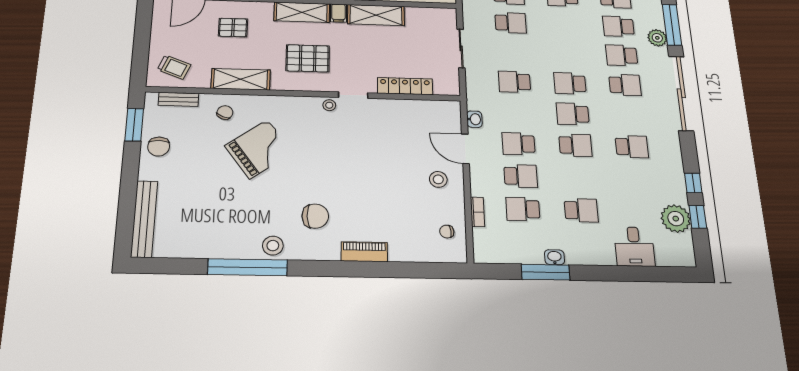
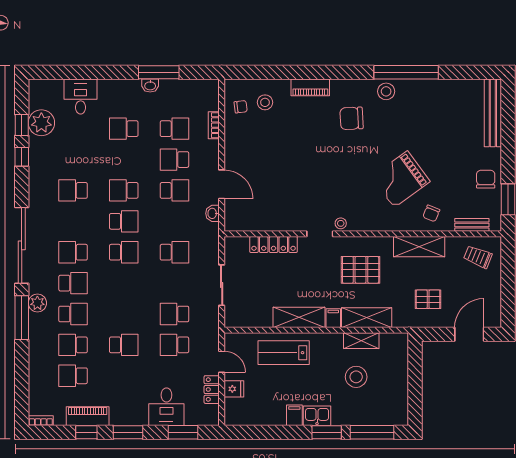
stool: (438, 179) -> (265, 102), moved

